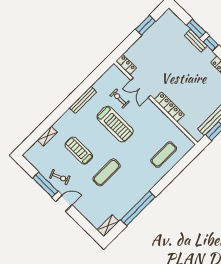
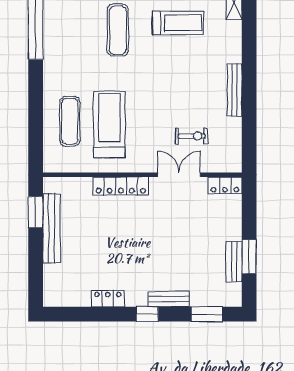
bench: (154, 29) -> (234, 262), added
window: (196, 29) -> (207, 314), moved
treadmill: (115, 124) -> (109, 124), moved, turned 90

